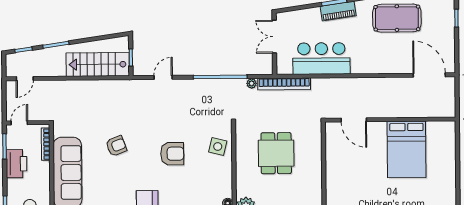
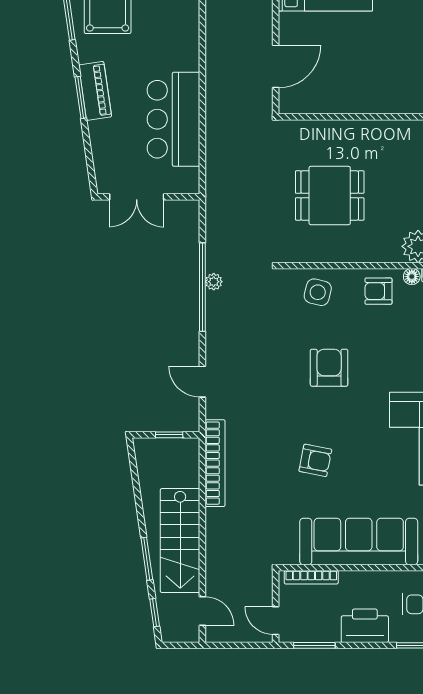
stairs: (98, 64) -> (180, 541), moved
plant: (252, 83) -> (214, 282), moved
bookcase: (284, 84) -> (215, 463), moved
armchair: (116, 146) -> (315, 460), turned 122
printer: (16, 164) -> (365, 626), moved
armchair: (219, 183) -> (378, 291), added

